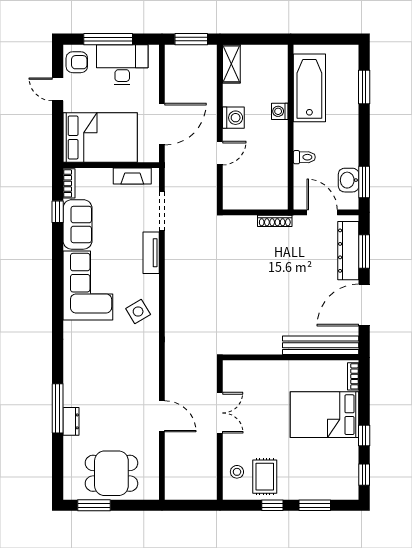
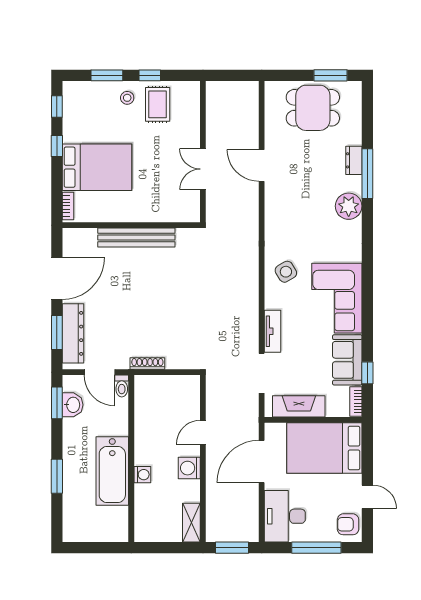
desk: (122, 65) -> (285, 516), moved, turned 90
window: (364, 87) -> (57, 476), moved
bathtub: (309, 88) -> (112, 471), moved
toilet: (304, 157) -> (122, 386), moved, turned -90
fireplace: (132, 176) -> (299, 406), width x1.37, depth x1.32
bench: (321, 345) -> (136, 237), moved
plant: (76, 376) -> (349, 206), added
stool: (237, 472) -> (127, 98), moved

